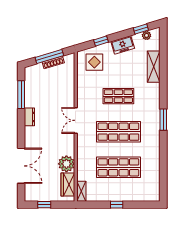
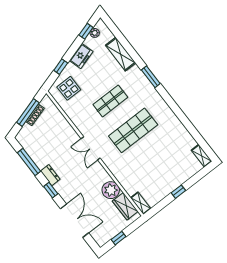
window: (163, 120) -> (151, 77), moved
window: (21, 129) -> (51, 190), added
shop shelf: (118, 167) -> (156, 160), removed
shelving: (155, 191) -> (202, 156), added

